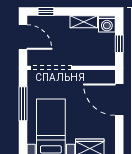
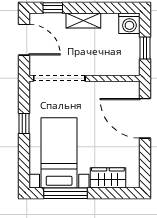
shelving: (84, 22) -> (83, 21), moved
window: (23, 104) -> (24, 124), width x0.46

